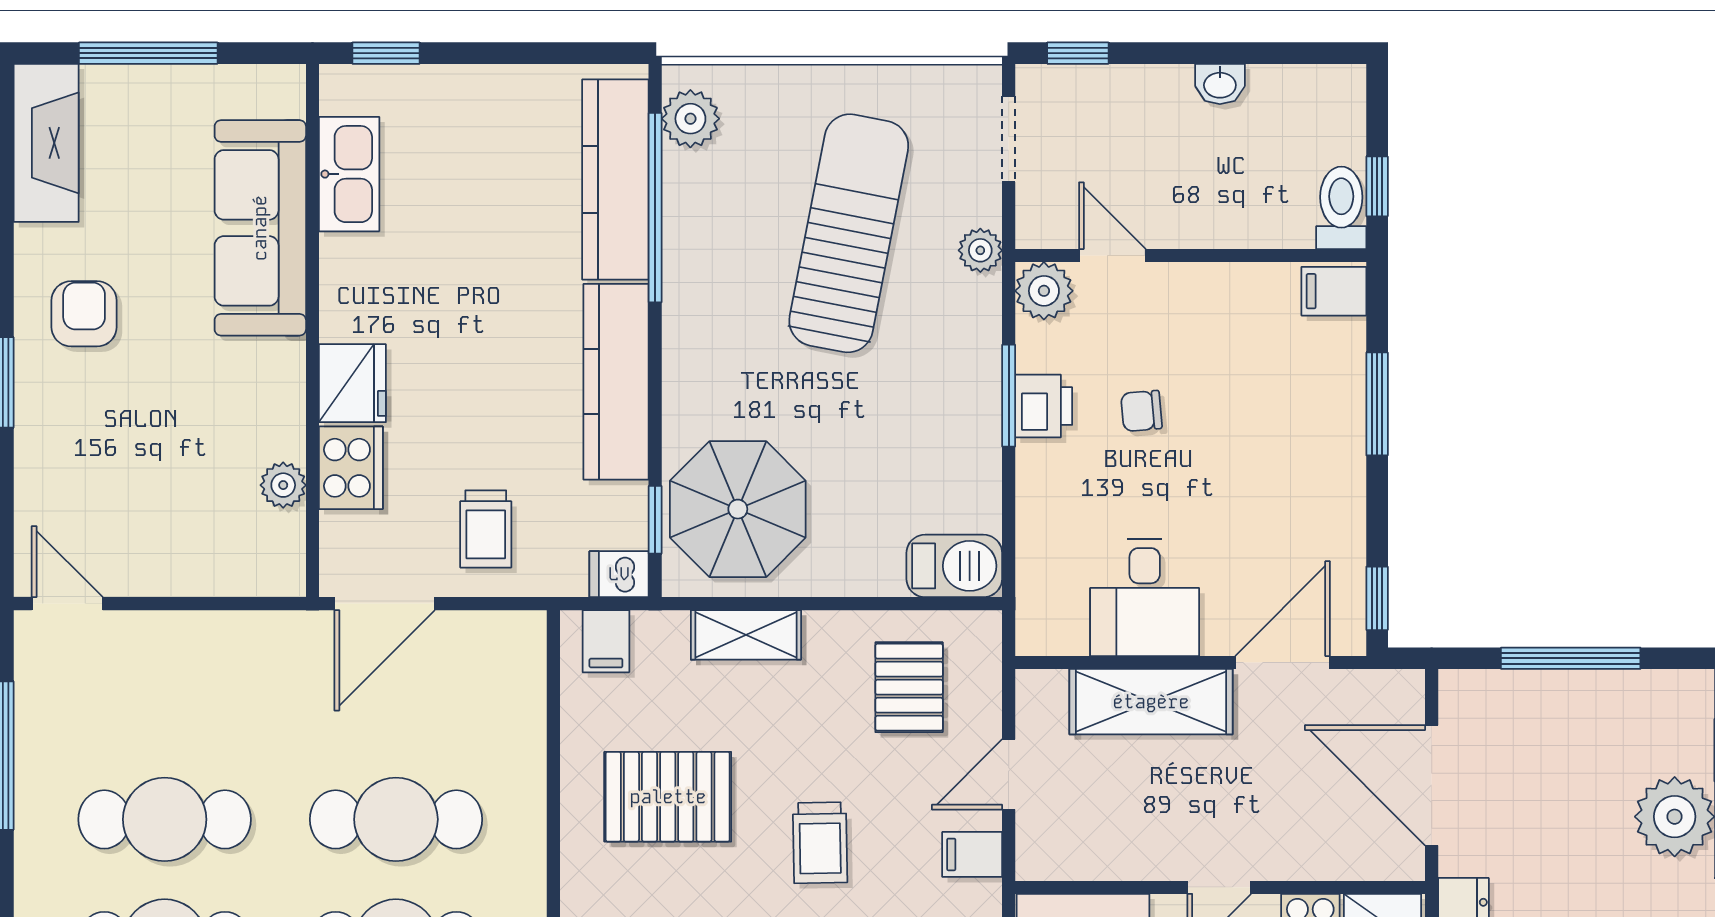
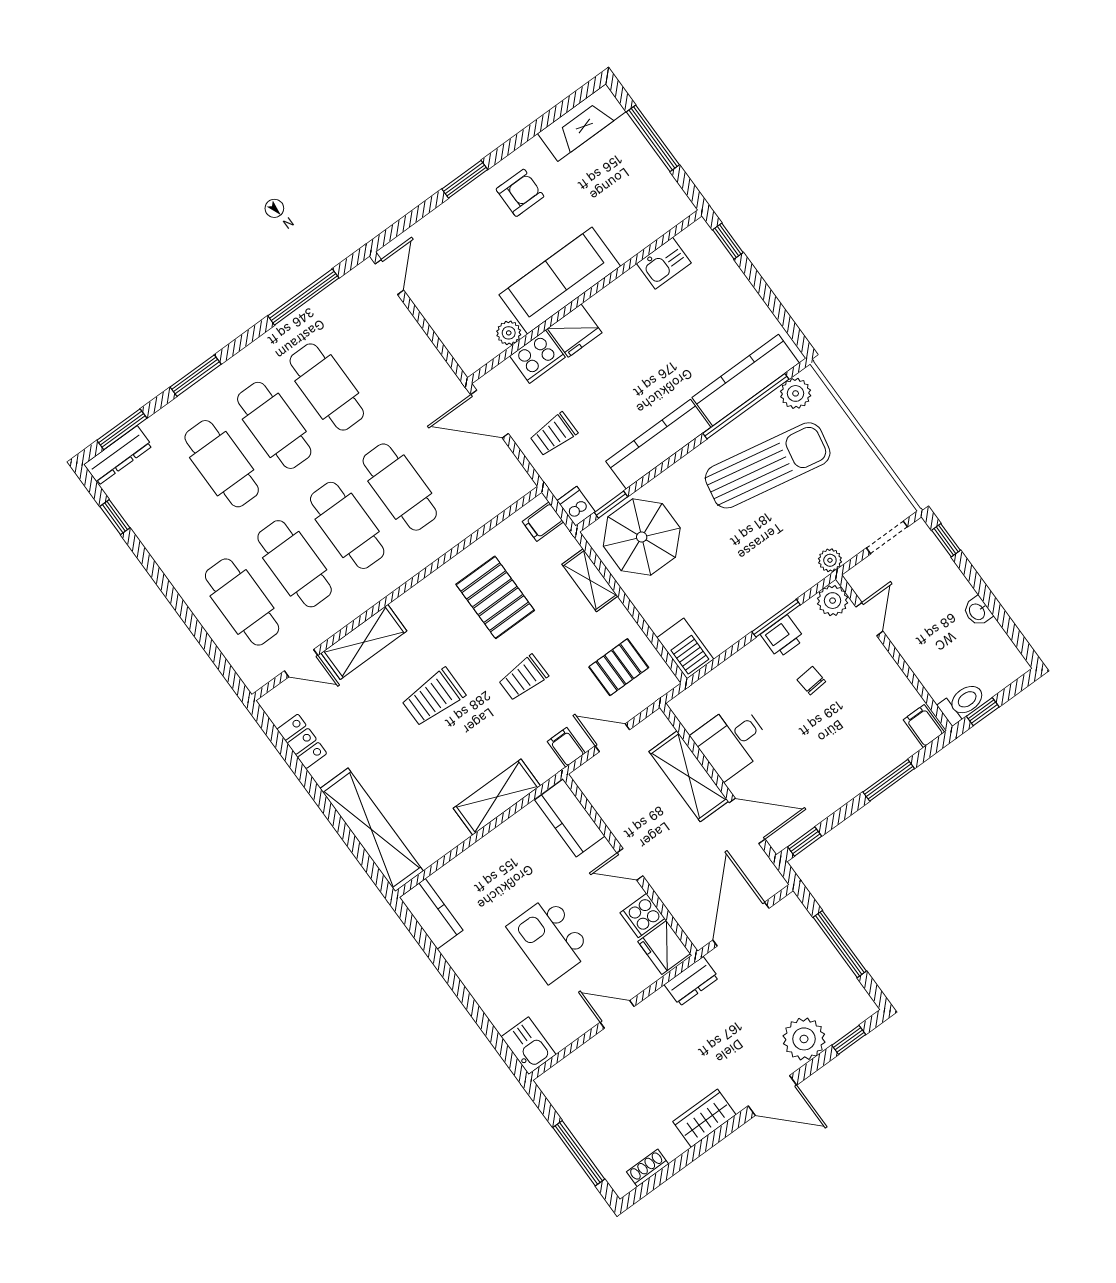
kitchen sink: (349, 174) -> (664, 263), width x0.73
sofa: (260, 228) -> (560, 280), moved
sun lounger: (849, 233) -> (768, 465), moved

